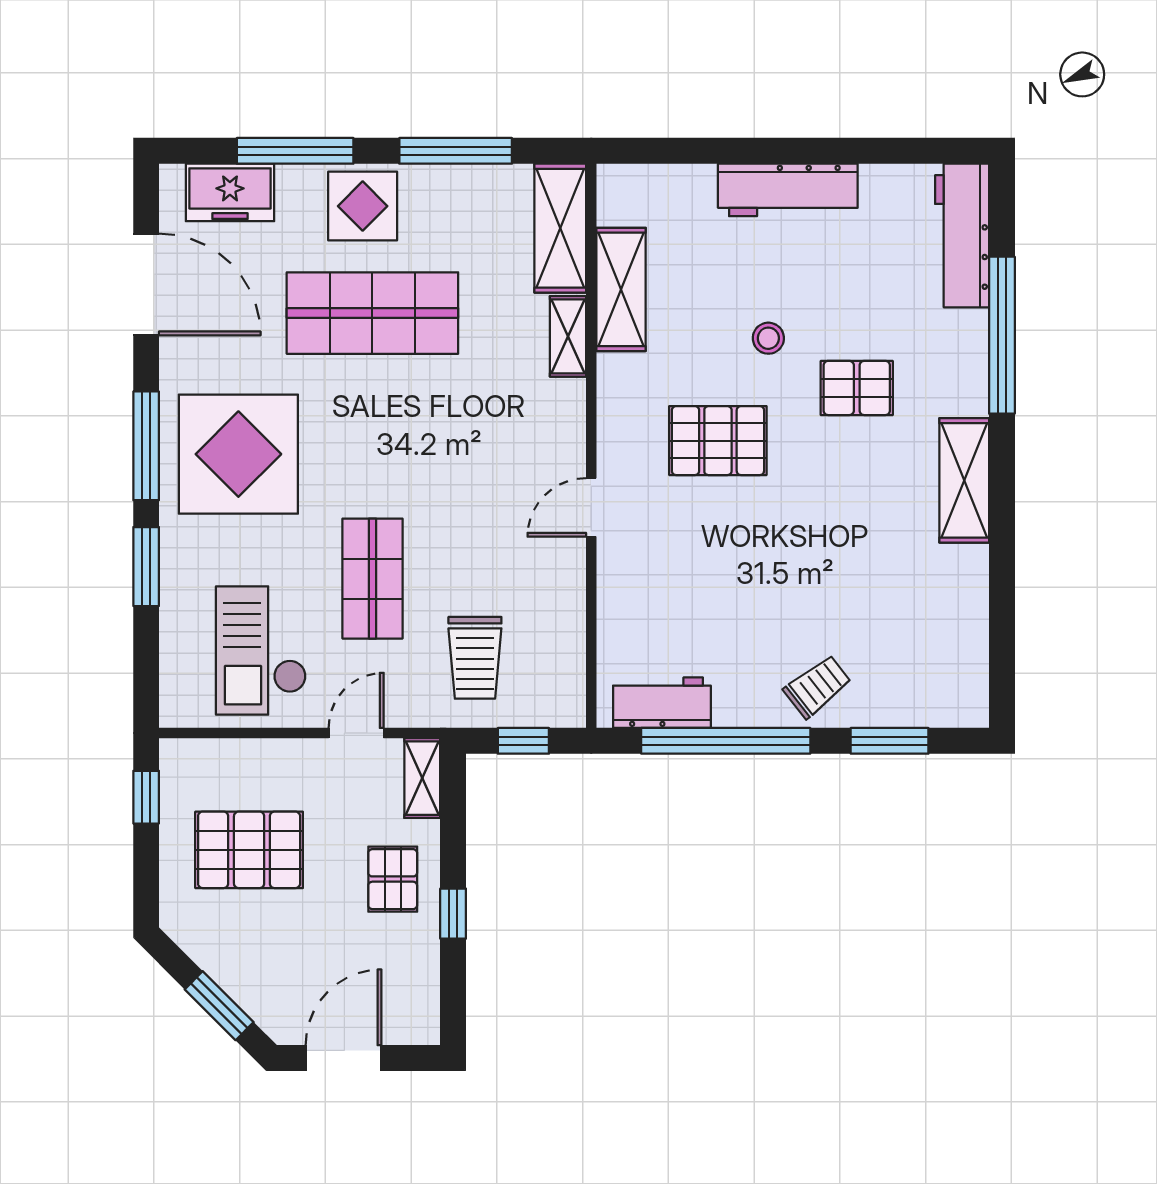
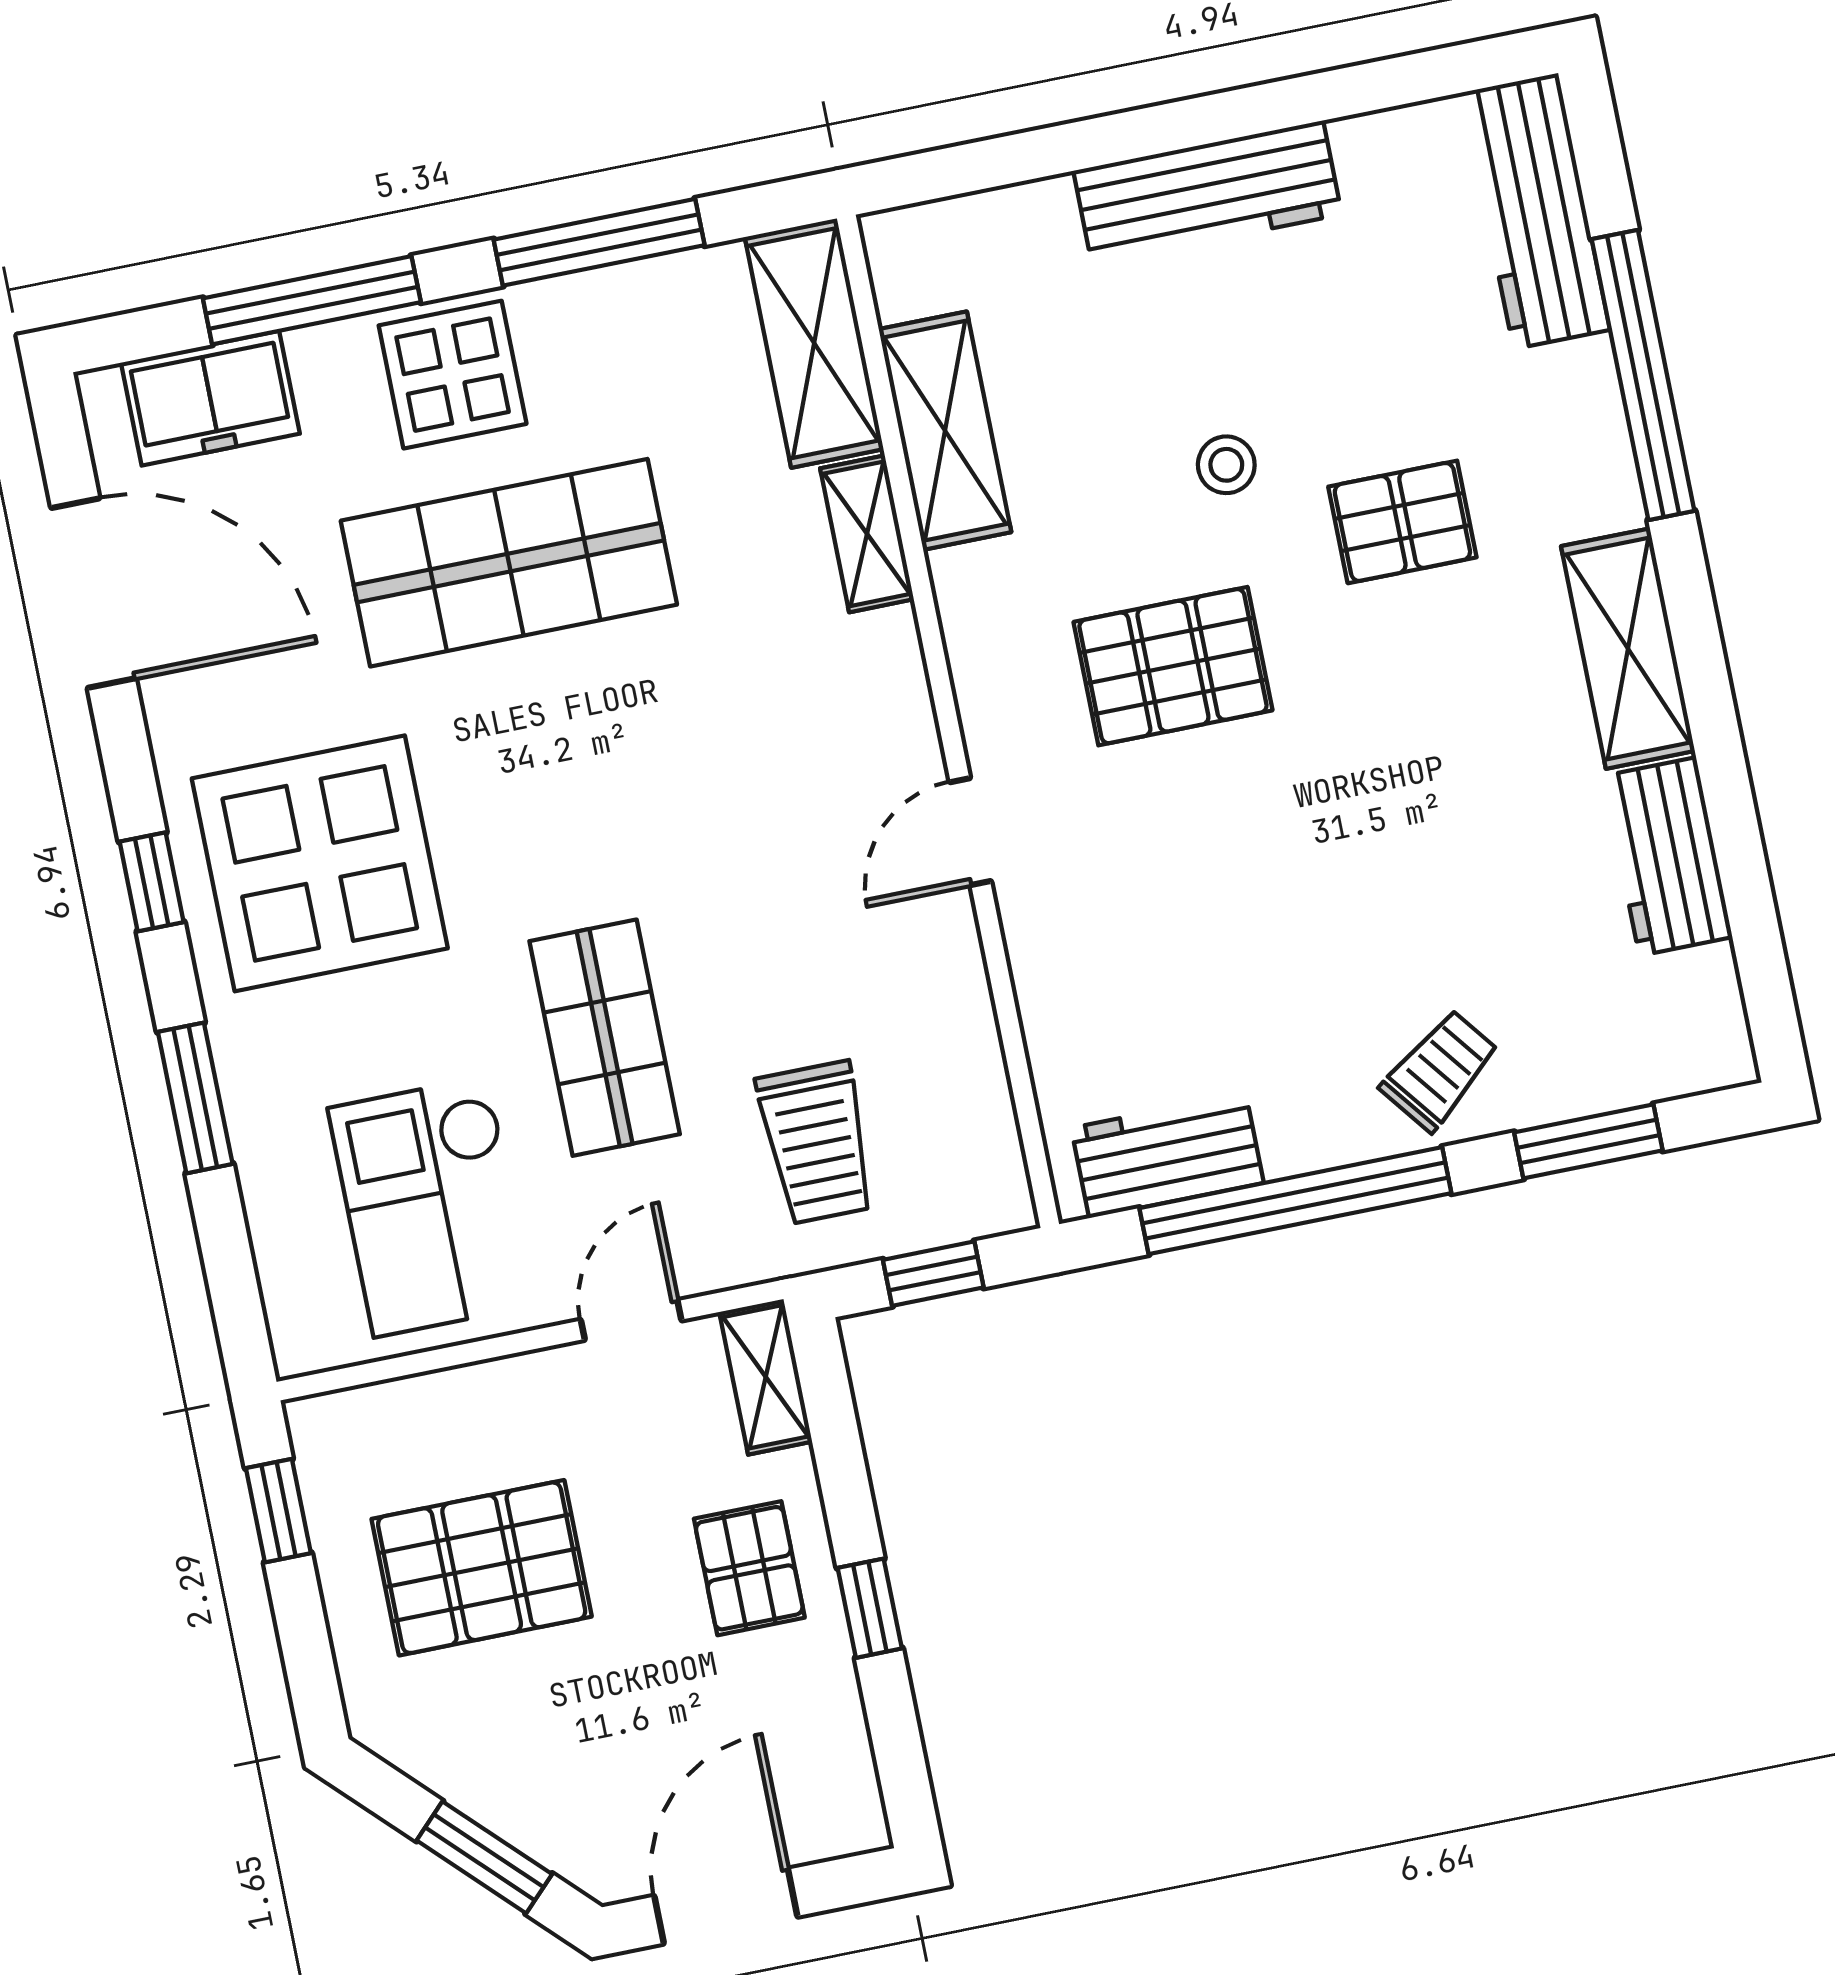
window: (146, 446) -> (152, 882), width x0.46
workbench: (963, 596) -> (1668, 856), added

